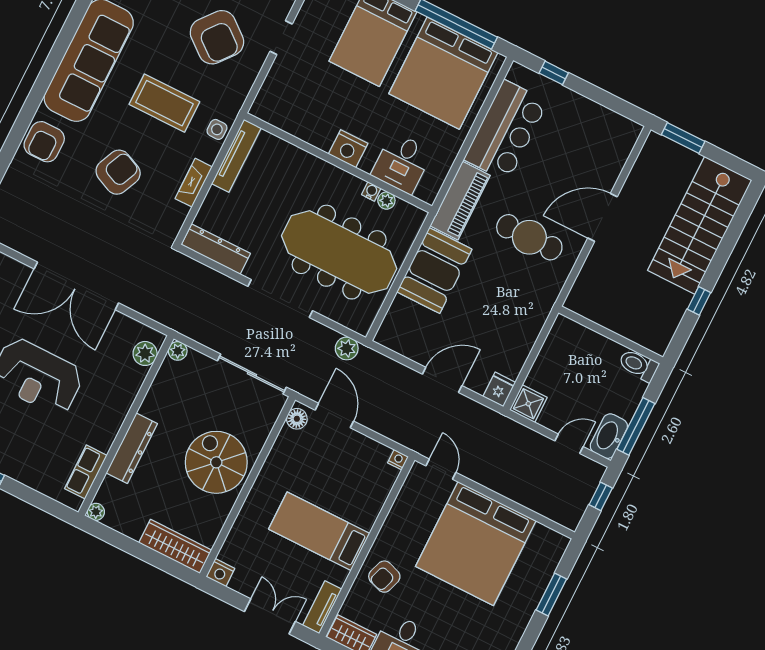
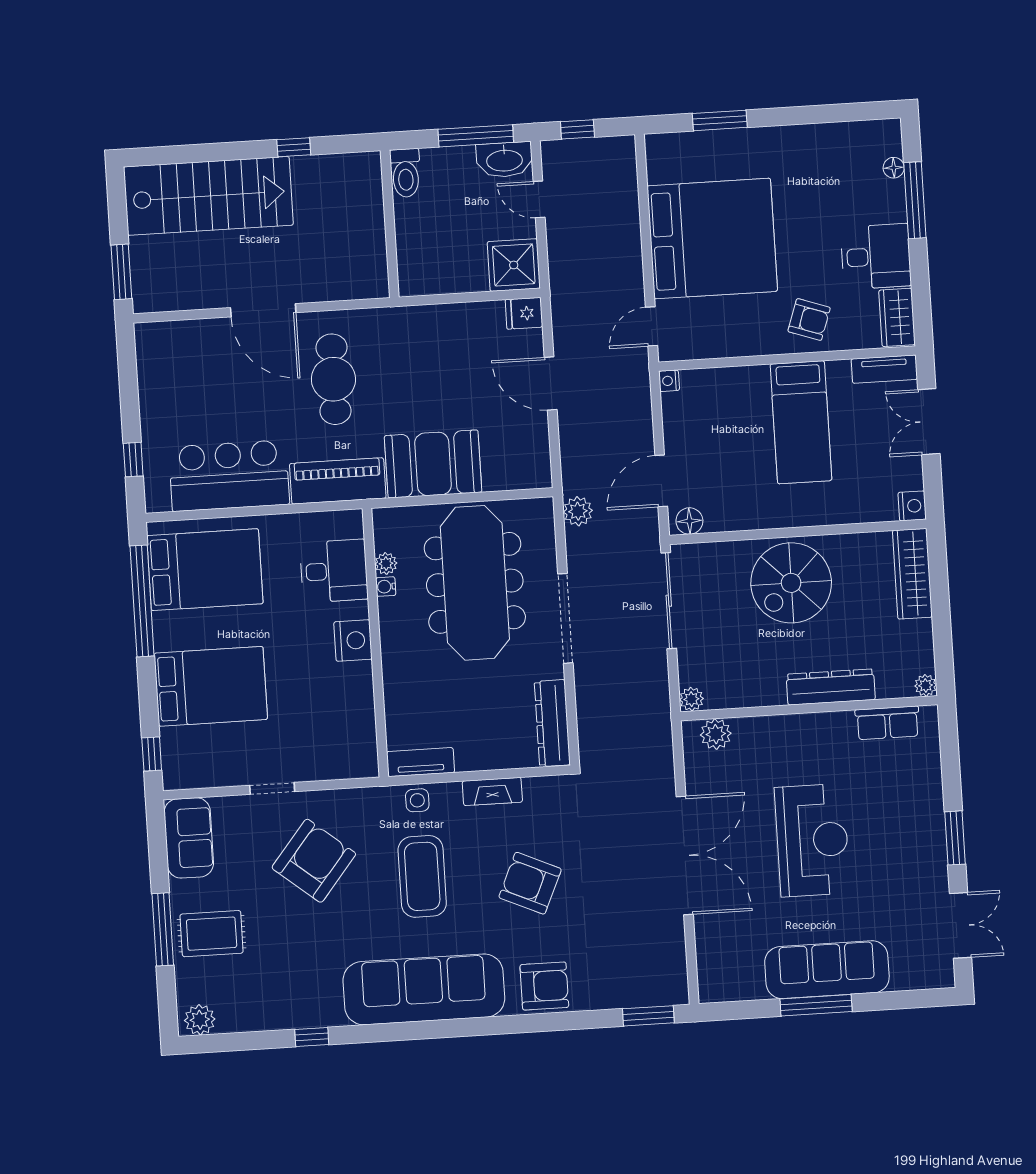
bed: (443, 73) -> (205, 570), width x0.73
tv unit: (236, 156) -> (421, 762), width x0.71
shower: (528, 404) -> (514, 265), width x1.36, depth x1.36

